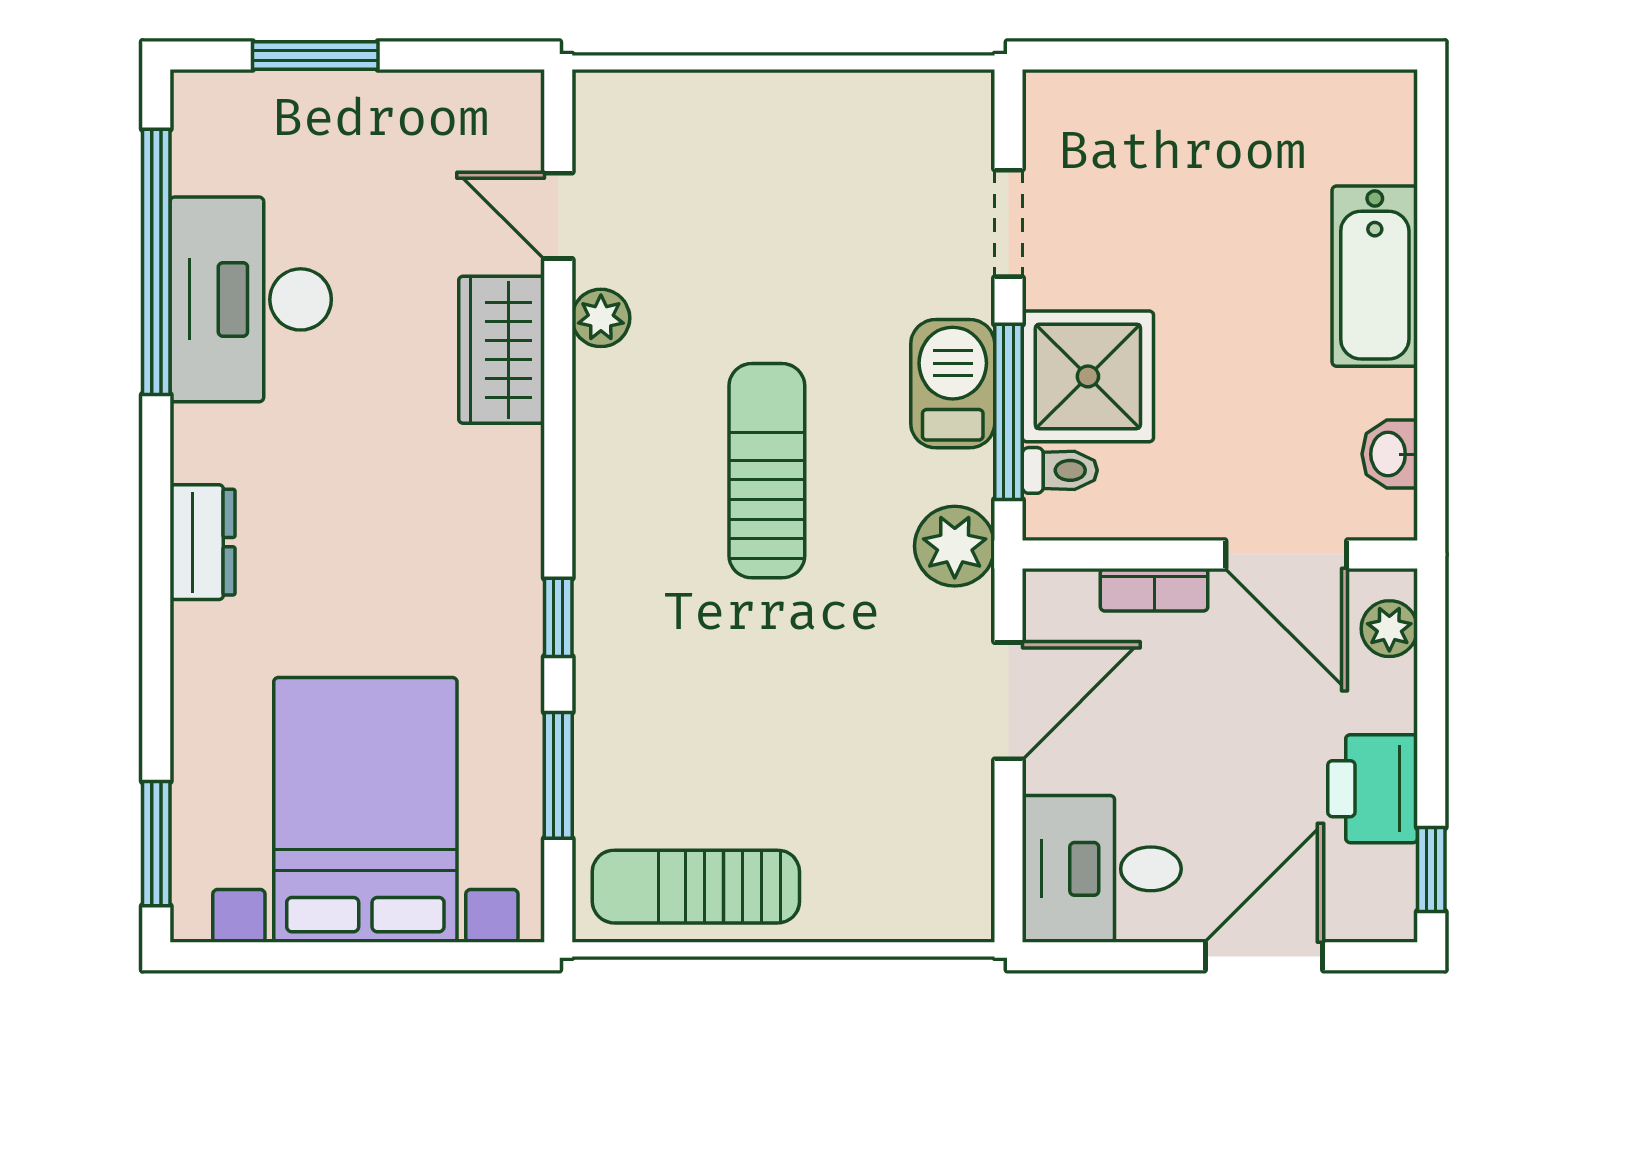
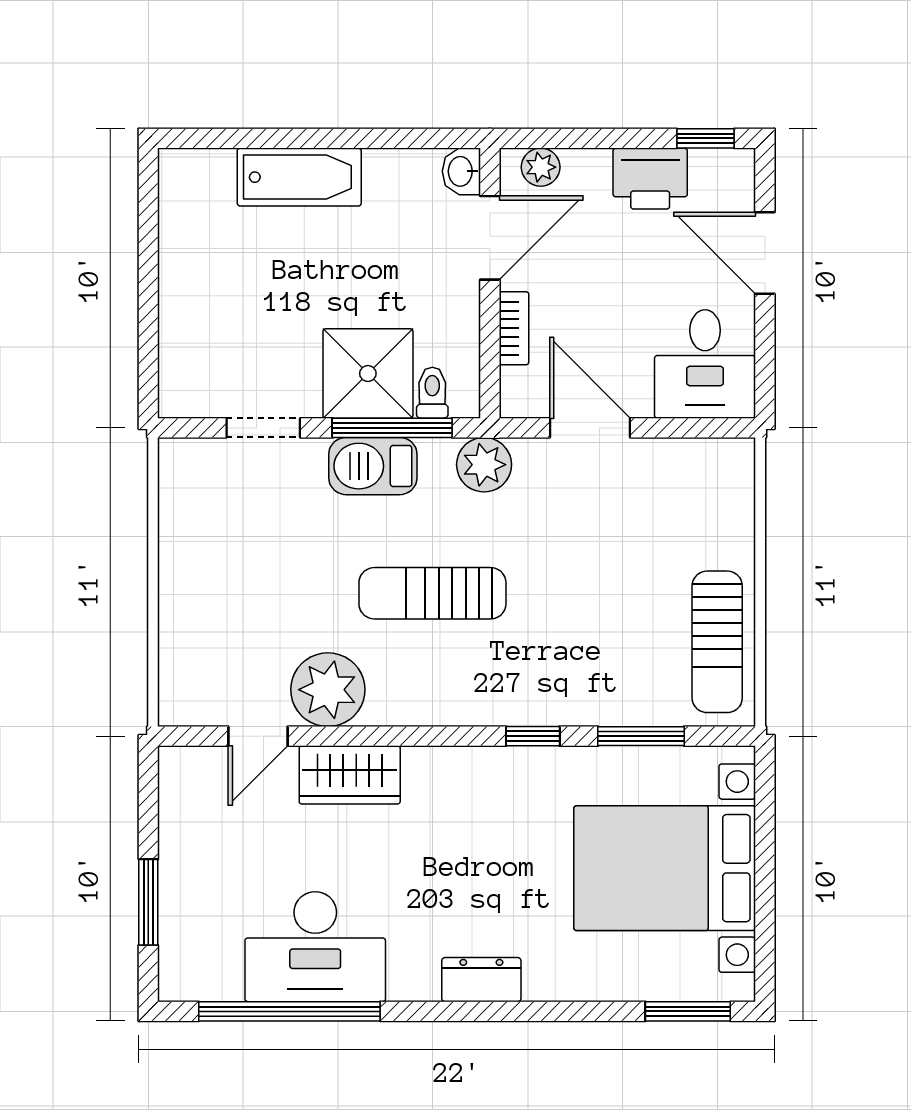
plant: (601, 318) -> (328, 690), width x1.88, depth x1.88
washbasin: (1390, 454) -> (461, 171), moved, turned 90

